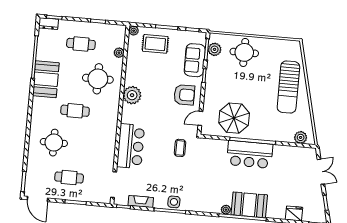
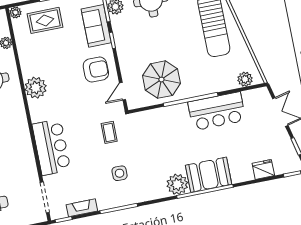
bar counter: (250, 154) -> (217, 111), moved
side table: (174, 202) -> (120, 173), moved
plant: (226, 210) -> (177, 184), width x1.88, depth x1.88

